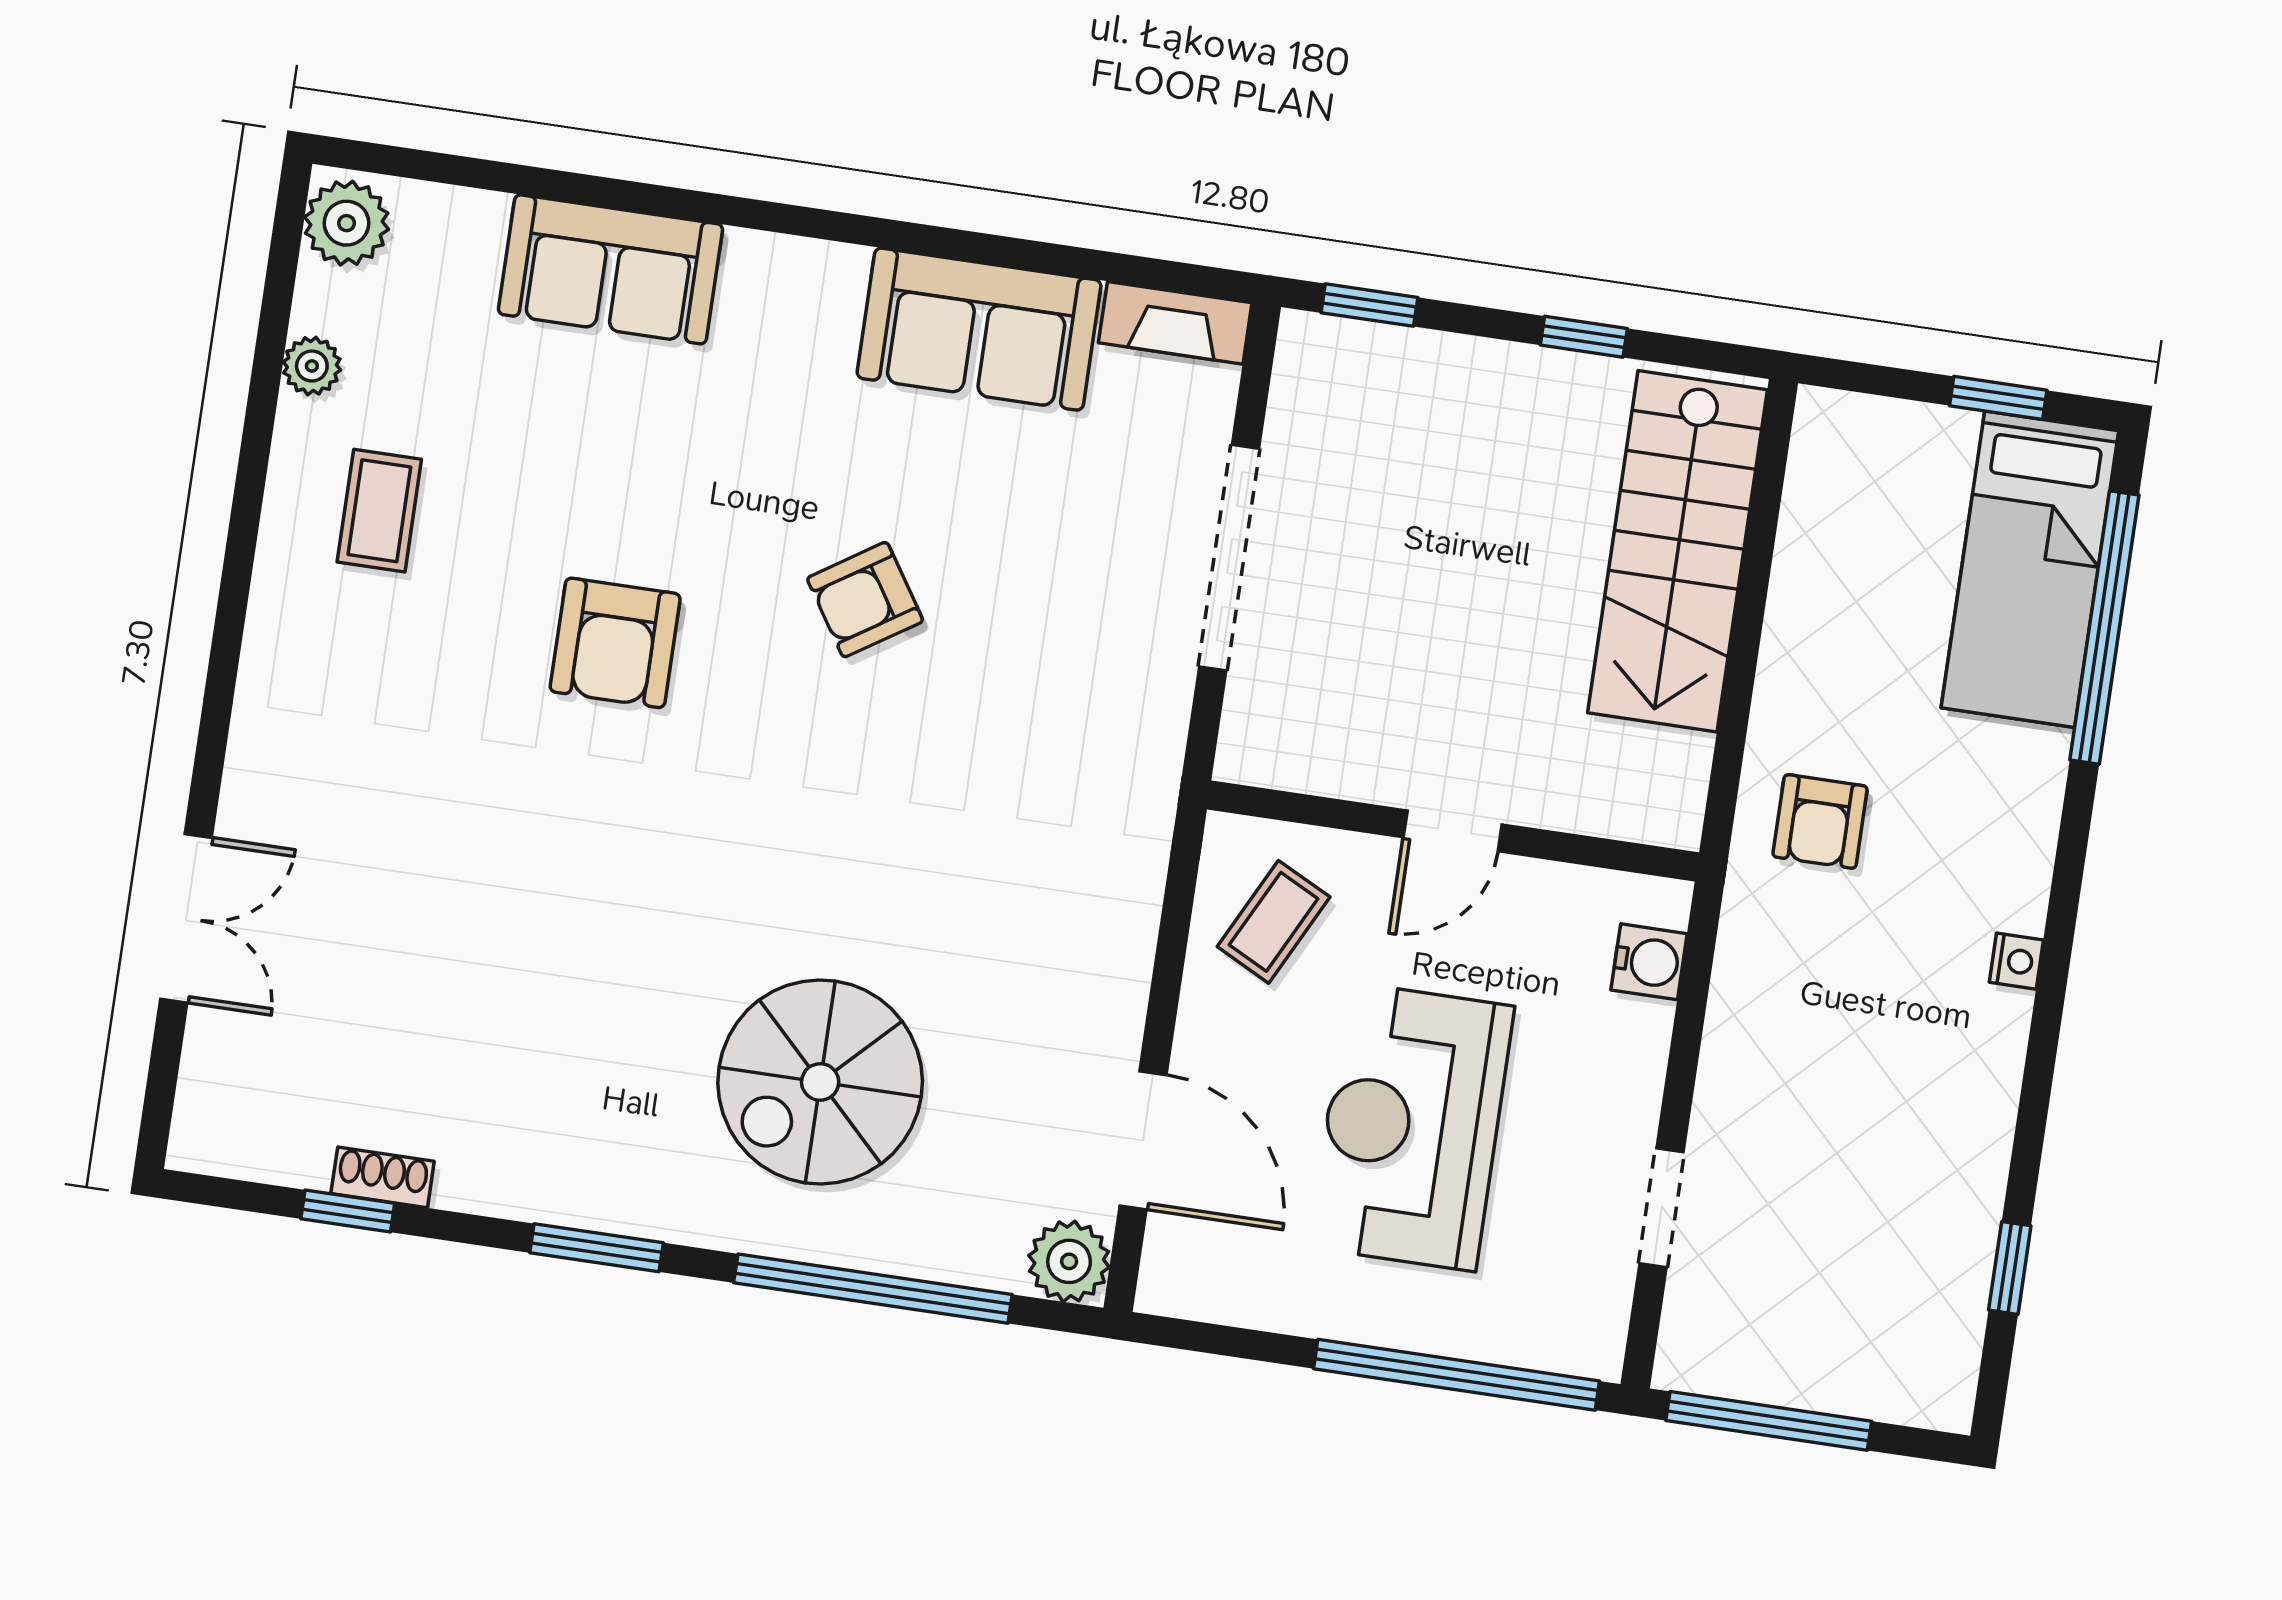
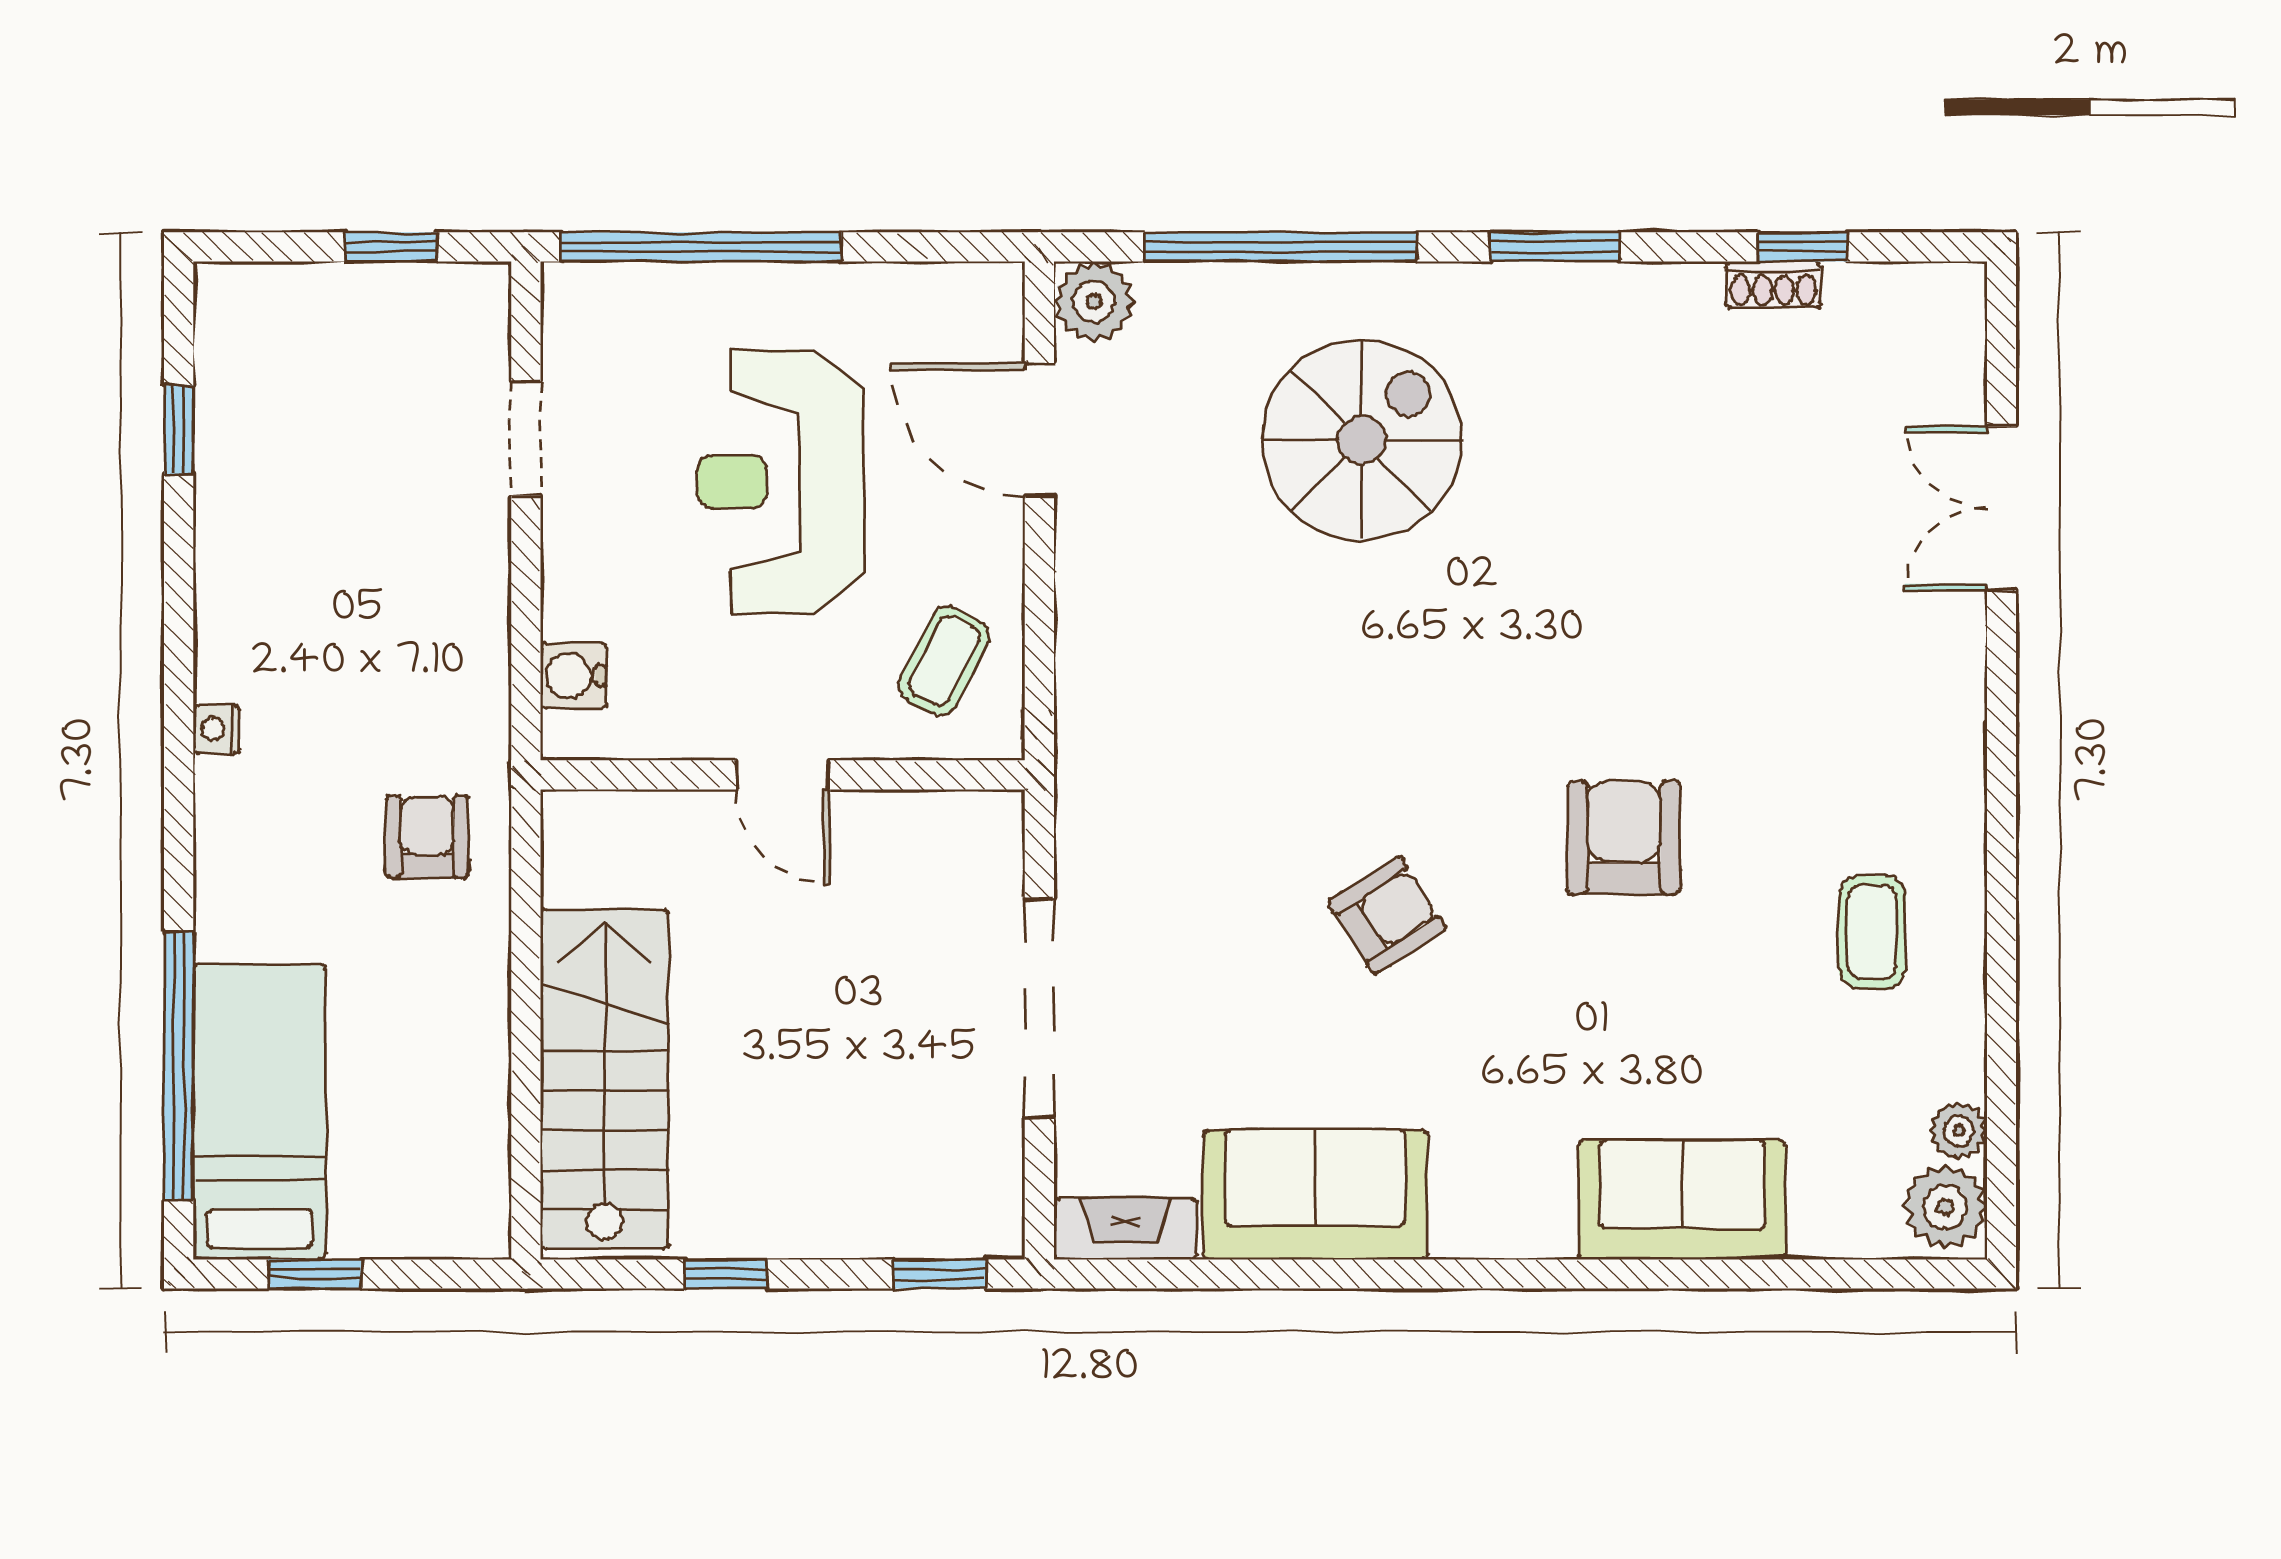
plant: (312, 366) -> (1958, 1131), moved
door: (1453, 831) -> (783, 775), swing flipped
reception desk: (1412, 1127) -> (780, 481), turned 180
window: (1769, 1421) -> (391, 247), width x0.46

